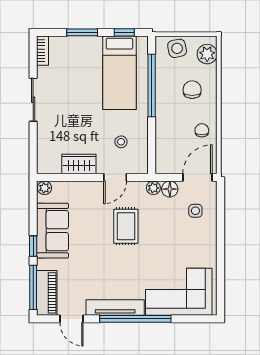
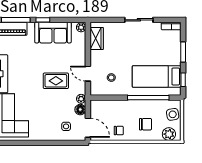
wardrobe: (79, 164) -> (97, 38), moved

